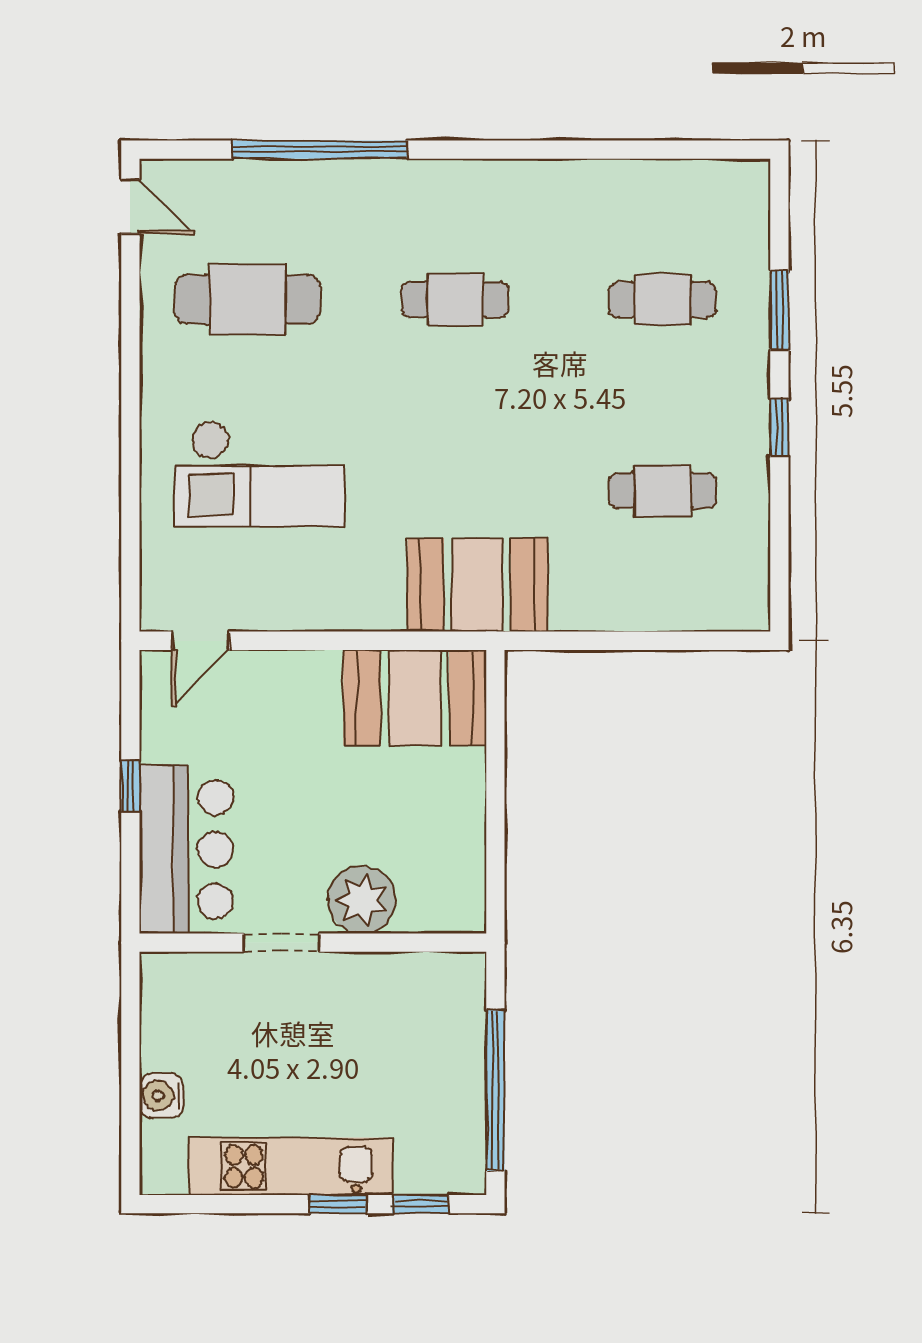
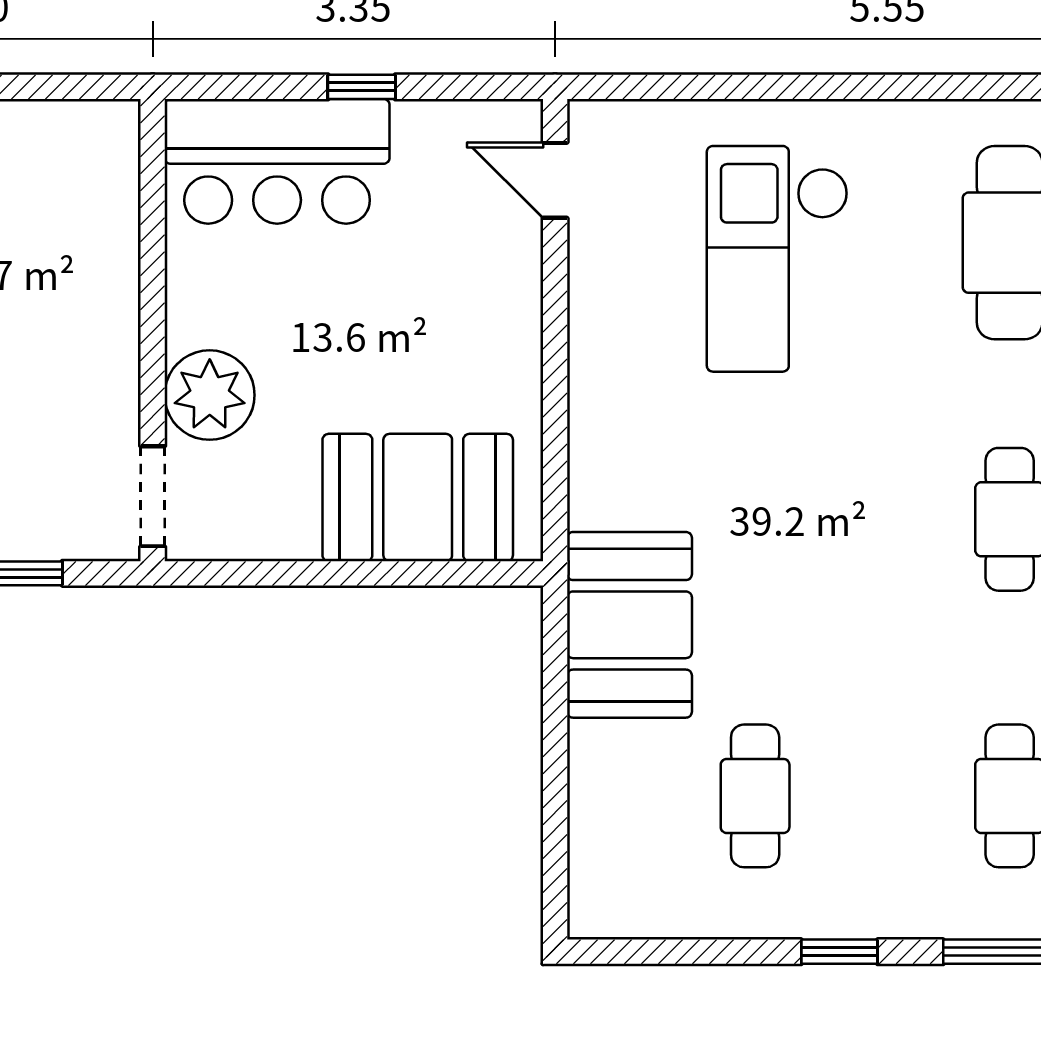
booth: (477, 585) -> (629, 625), moved
booth: (415, 698) -> (418, 498), moved, turned 90
doorway: (281, 943) -> (153, 496), moved

